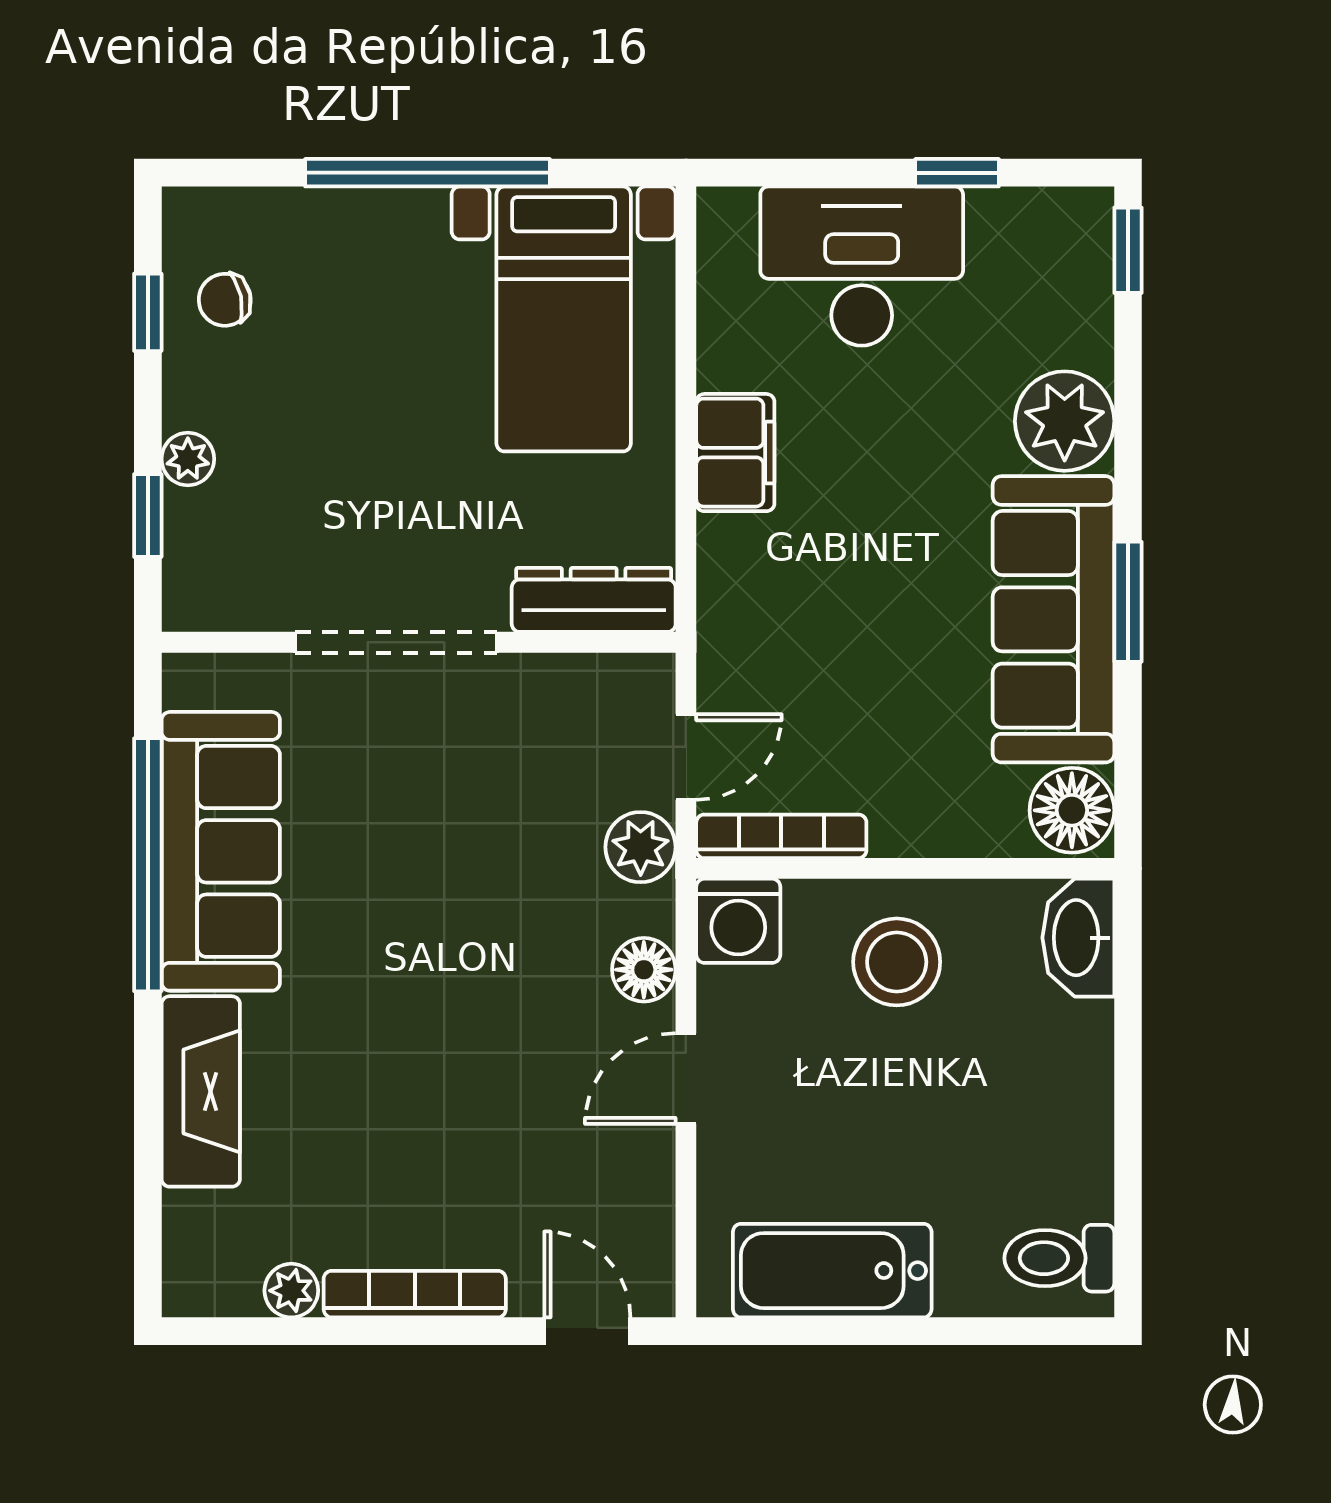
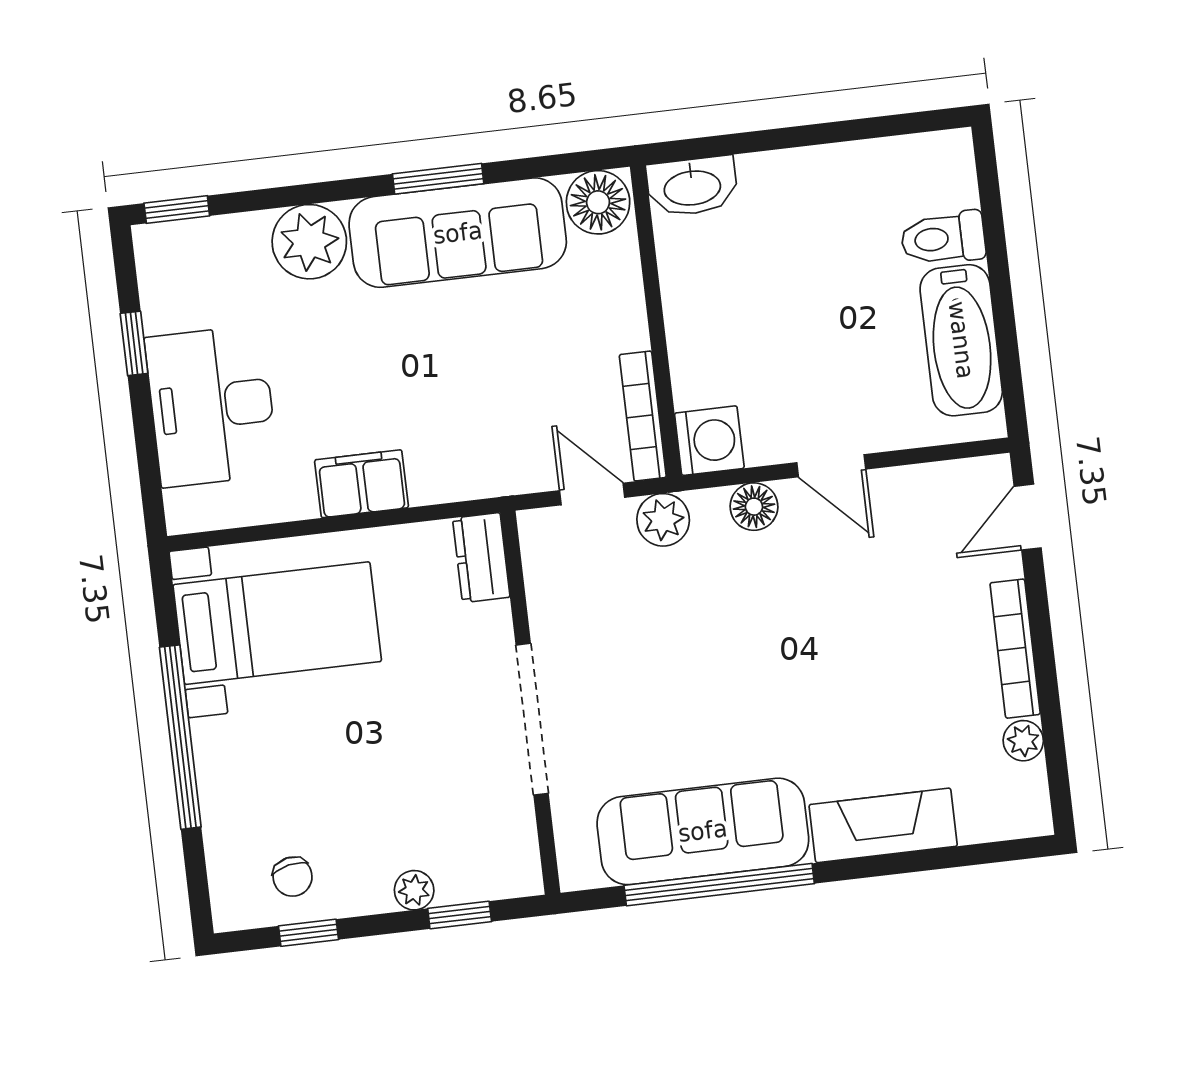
dresser: (594, 600) -> (481, 558), width x0.70
stool: (897, 962) -> (726, 319), removed
toilet: (1059, 1258) -> (943, 238), moved, turned 90

